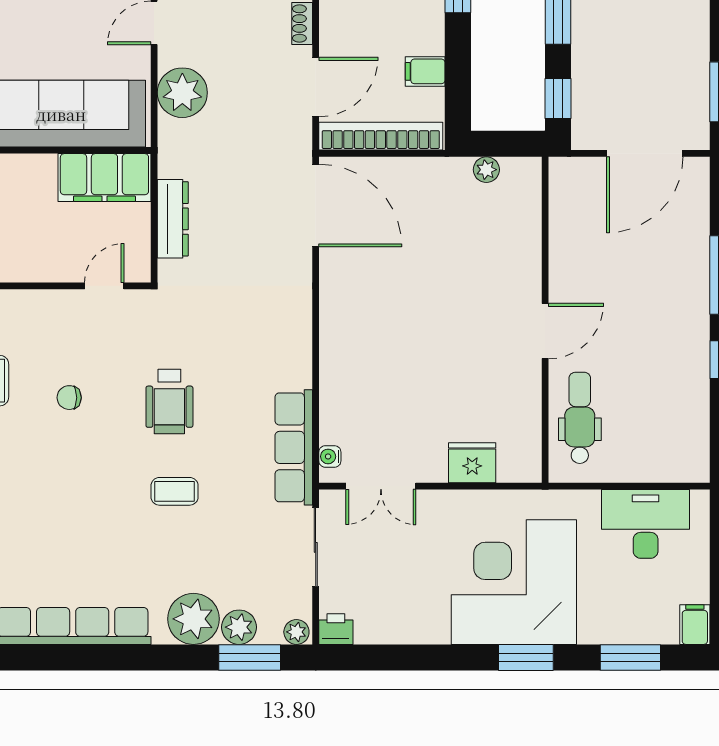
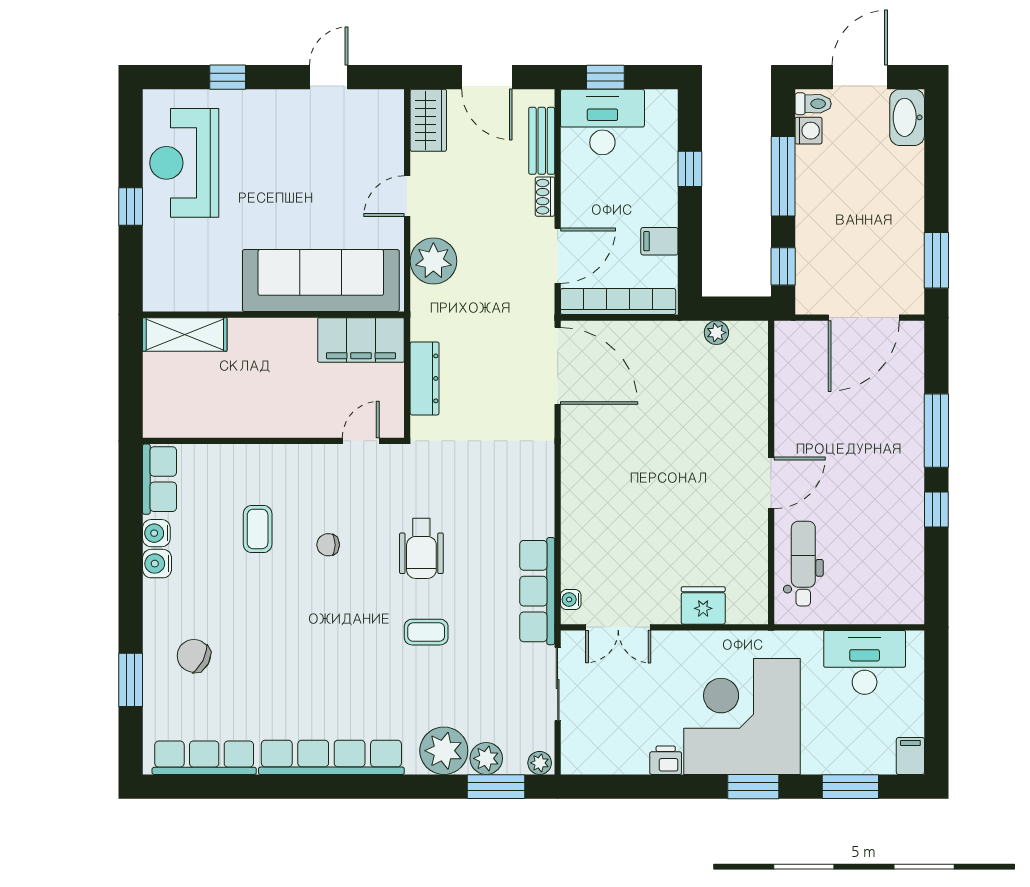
printer: (336, 629) -> (666, 760), moved

